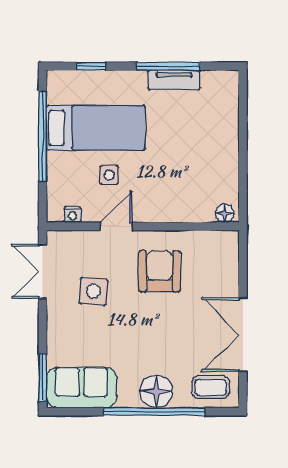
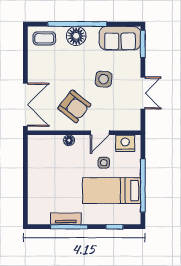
floor lamp: (225, 213) -> (69, 140), moved
nightstand: (73, 215) -> (125, 143), width x1.89, depth x1.79
double door: (43, 271) -> (143, 93), moved
armchair: (160, 271) -> (74, 106), turned -52
side table: (93, 291) -> (104, 79), moved
double door: (243, 335) -> (25, 105), moved

